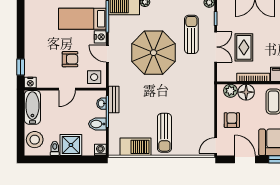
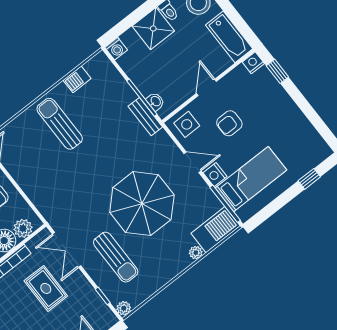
double door: (216, 47) -> (67, 250), moved
bidet: (97, 124) -> (142, 75), removed
barbecue: (135, 147) -> (77, 79), width x0.53, depth x0.65

